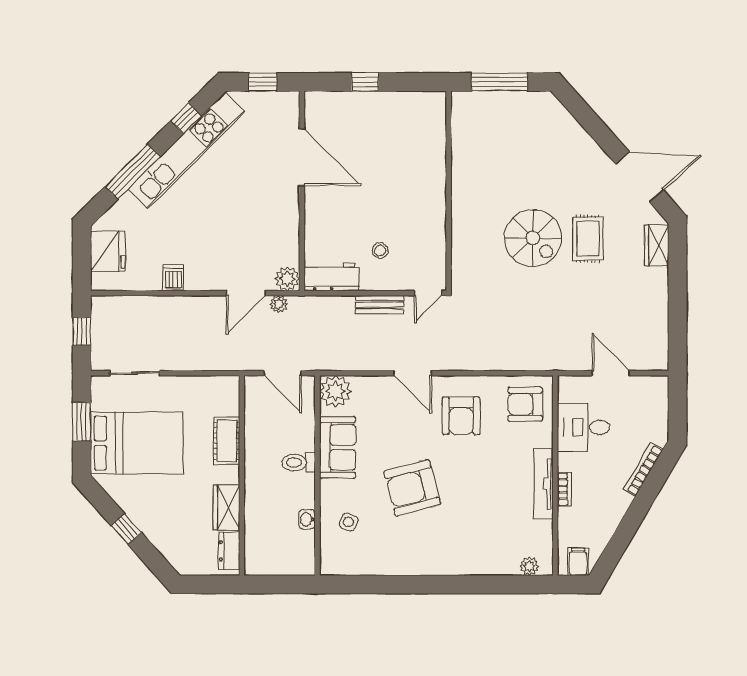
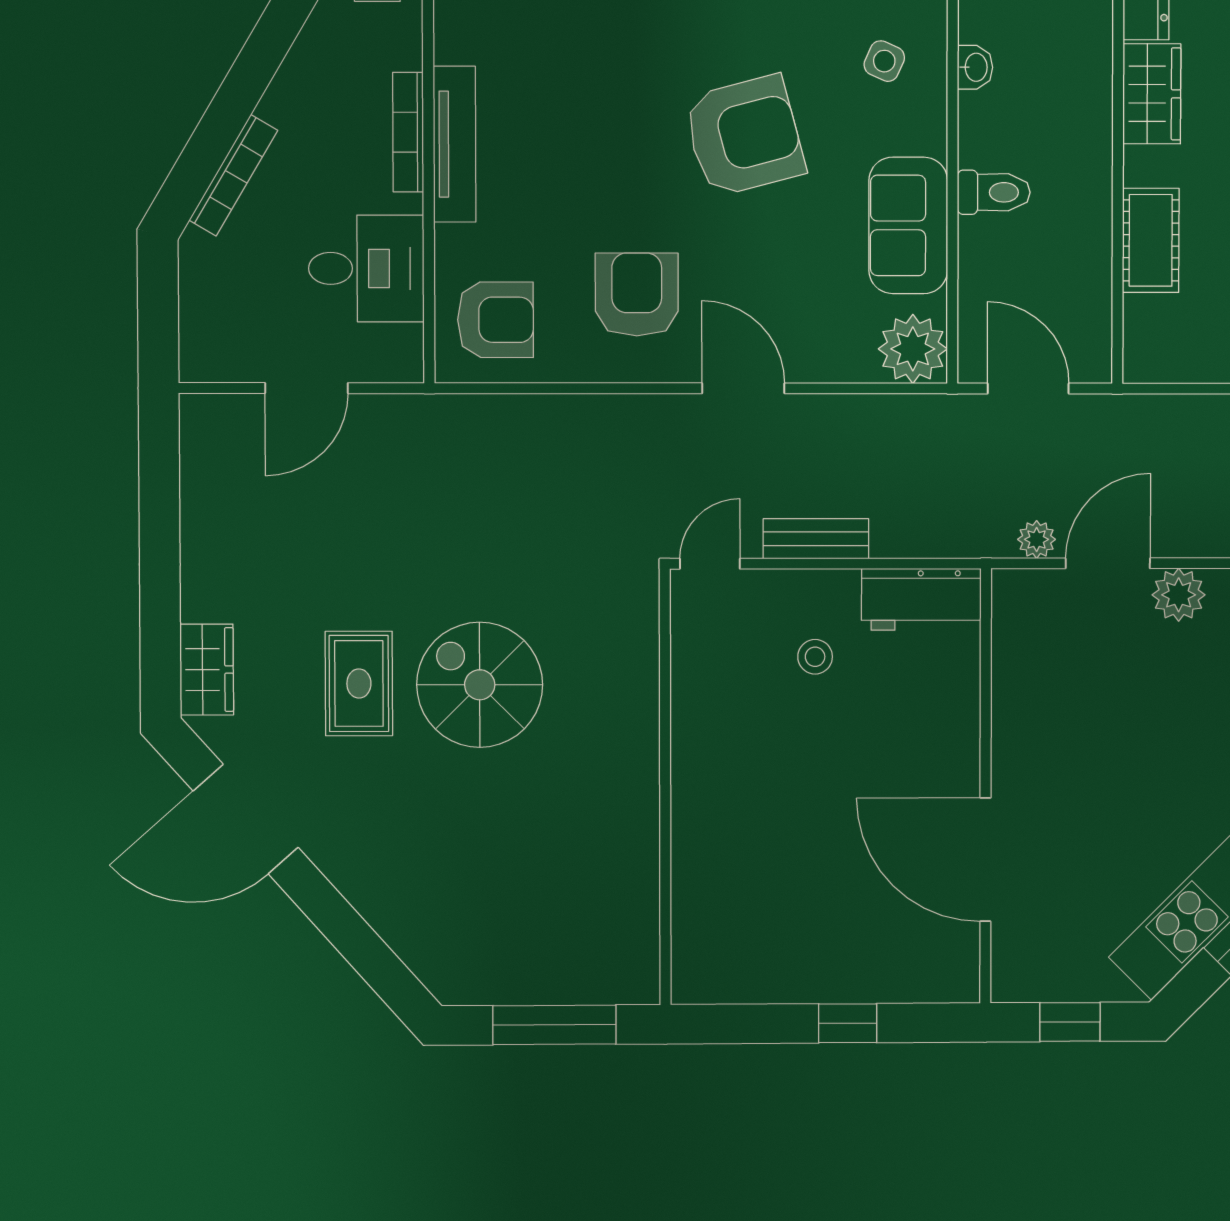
plant: (287, 279) -> (1179, 595), moved
door: (611, 373) -> (307, 388), hinge flipped
bookcase: (564, 489) -> (408, 132), width x1.56

